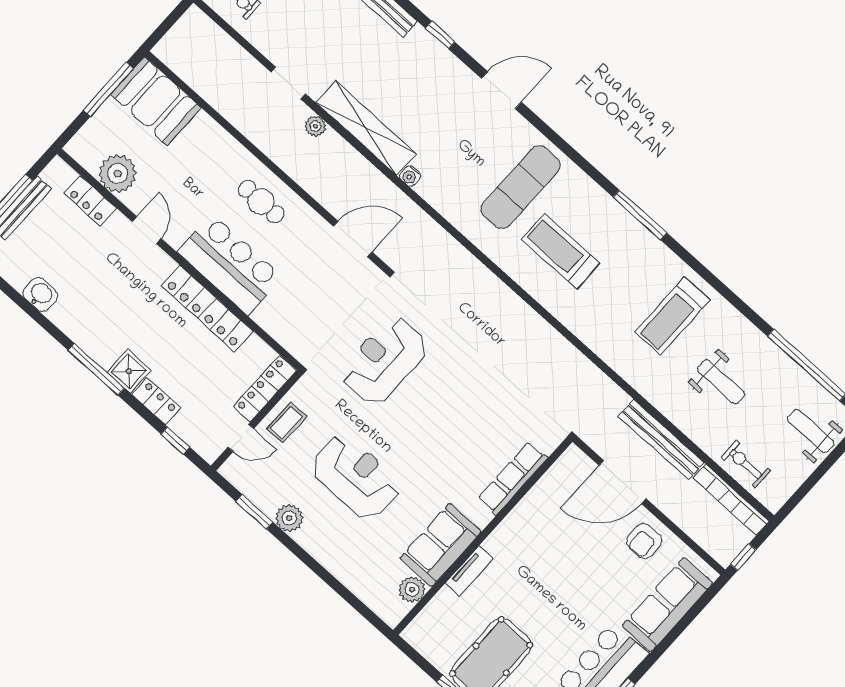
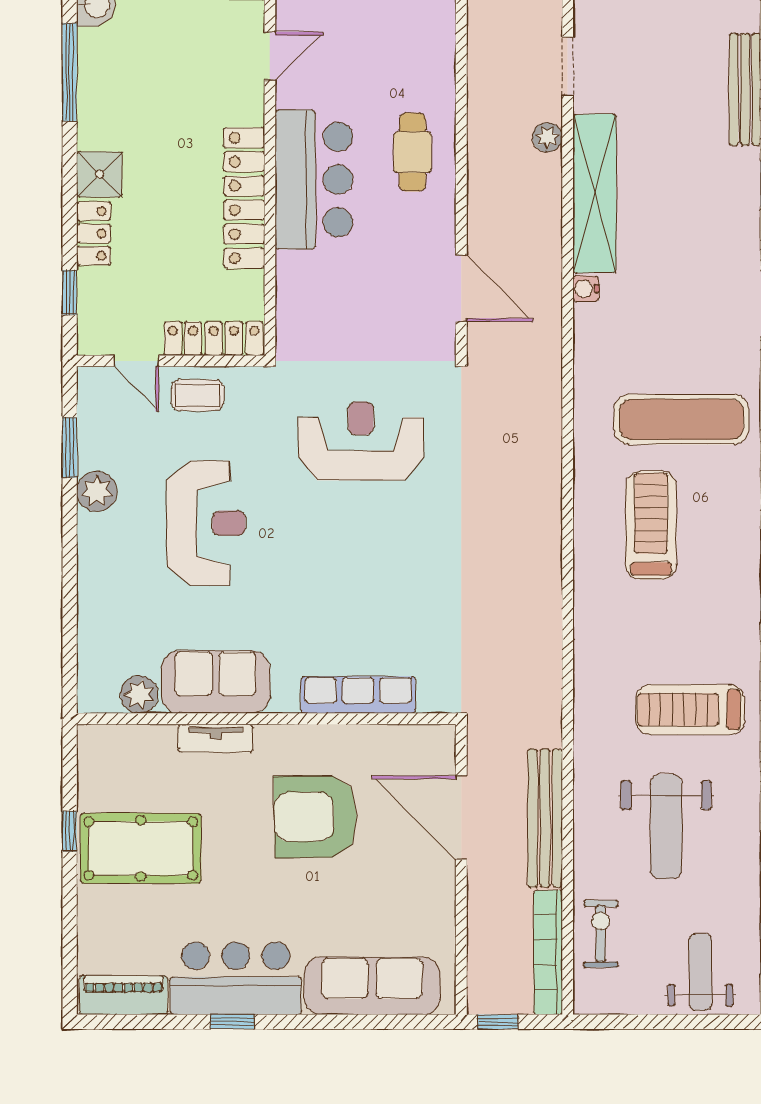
window: (96, 369) -> (70, 72), moved
weight bench: (721, 382) -> (666, 827), width x1.36, depth x1.33
armchair: (644, 541) -> (315, 817), moved, width x1.88, depth x1.88

